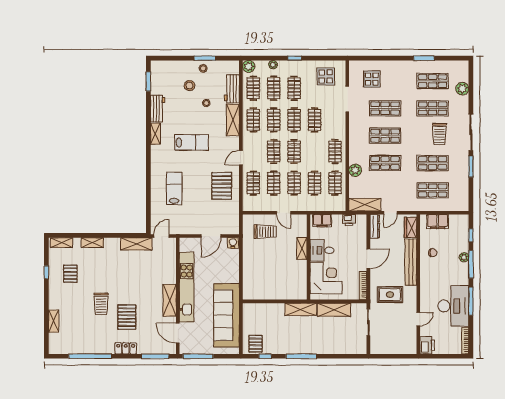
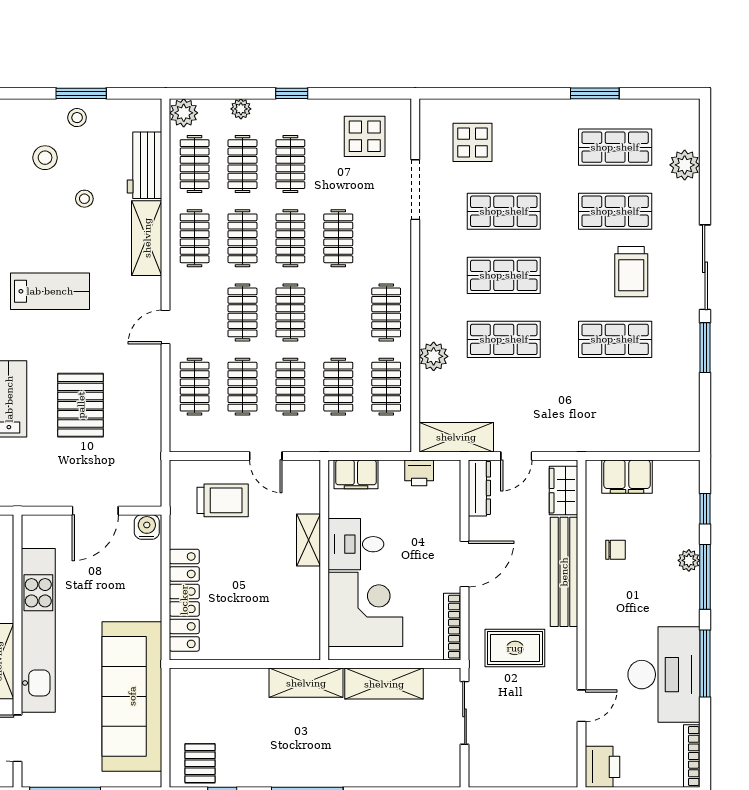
pallet: (222, 186) -> (81, 405), moved
shop shelf: (433, 190) -> (615, 404), removed
locker: (249, 274) -> (184, 600), added

